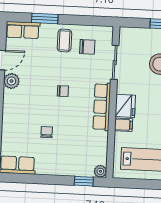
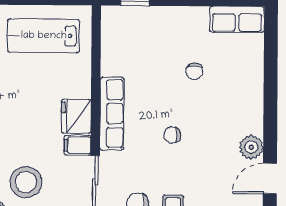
filing cabinet: (123, 125) -> (77, 145), moved
plant: (100, 171) -> (110, 15), removed

